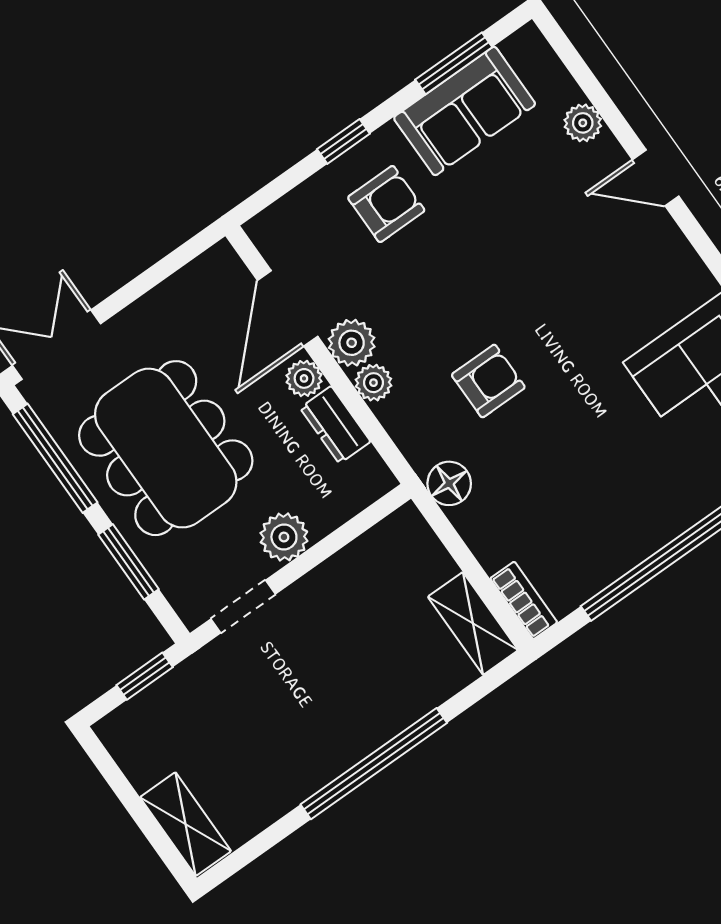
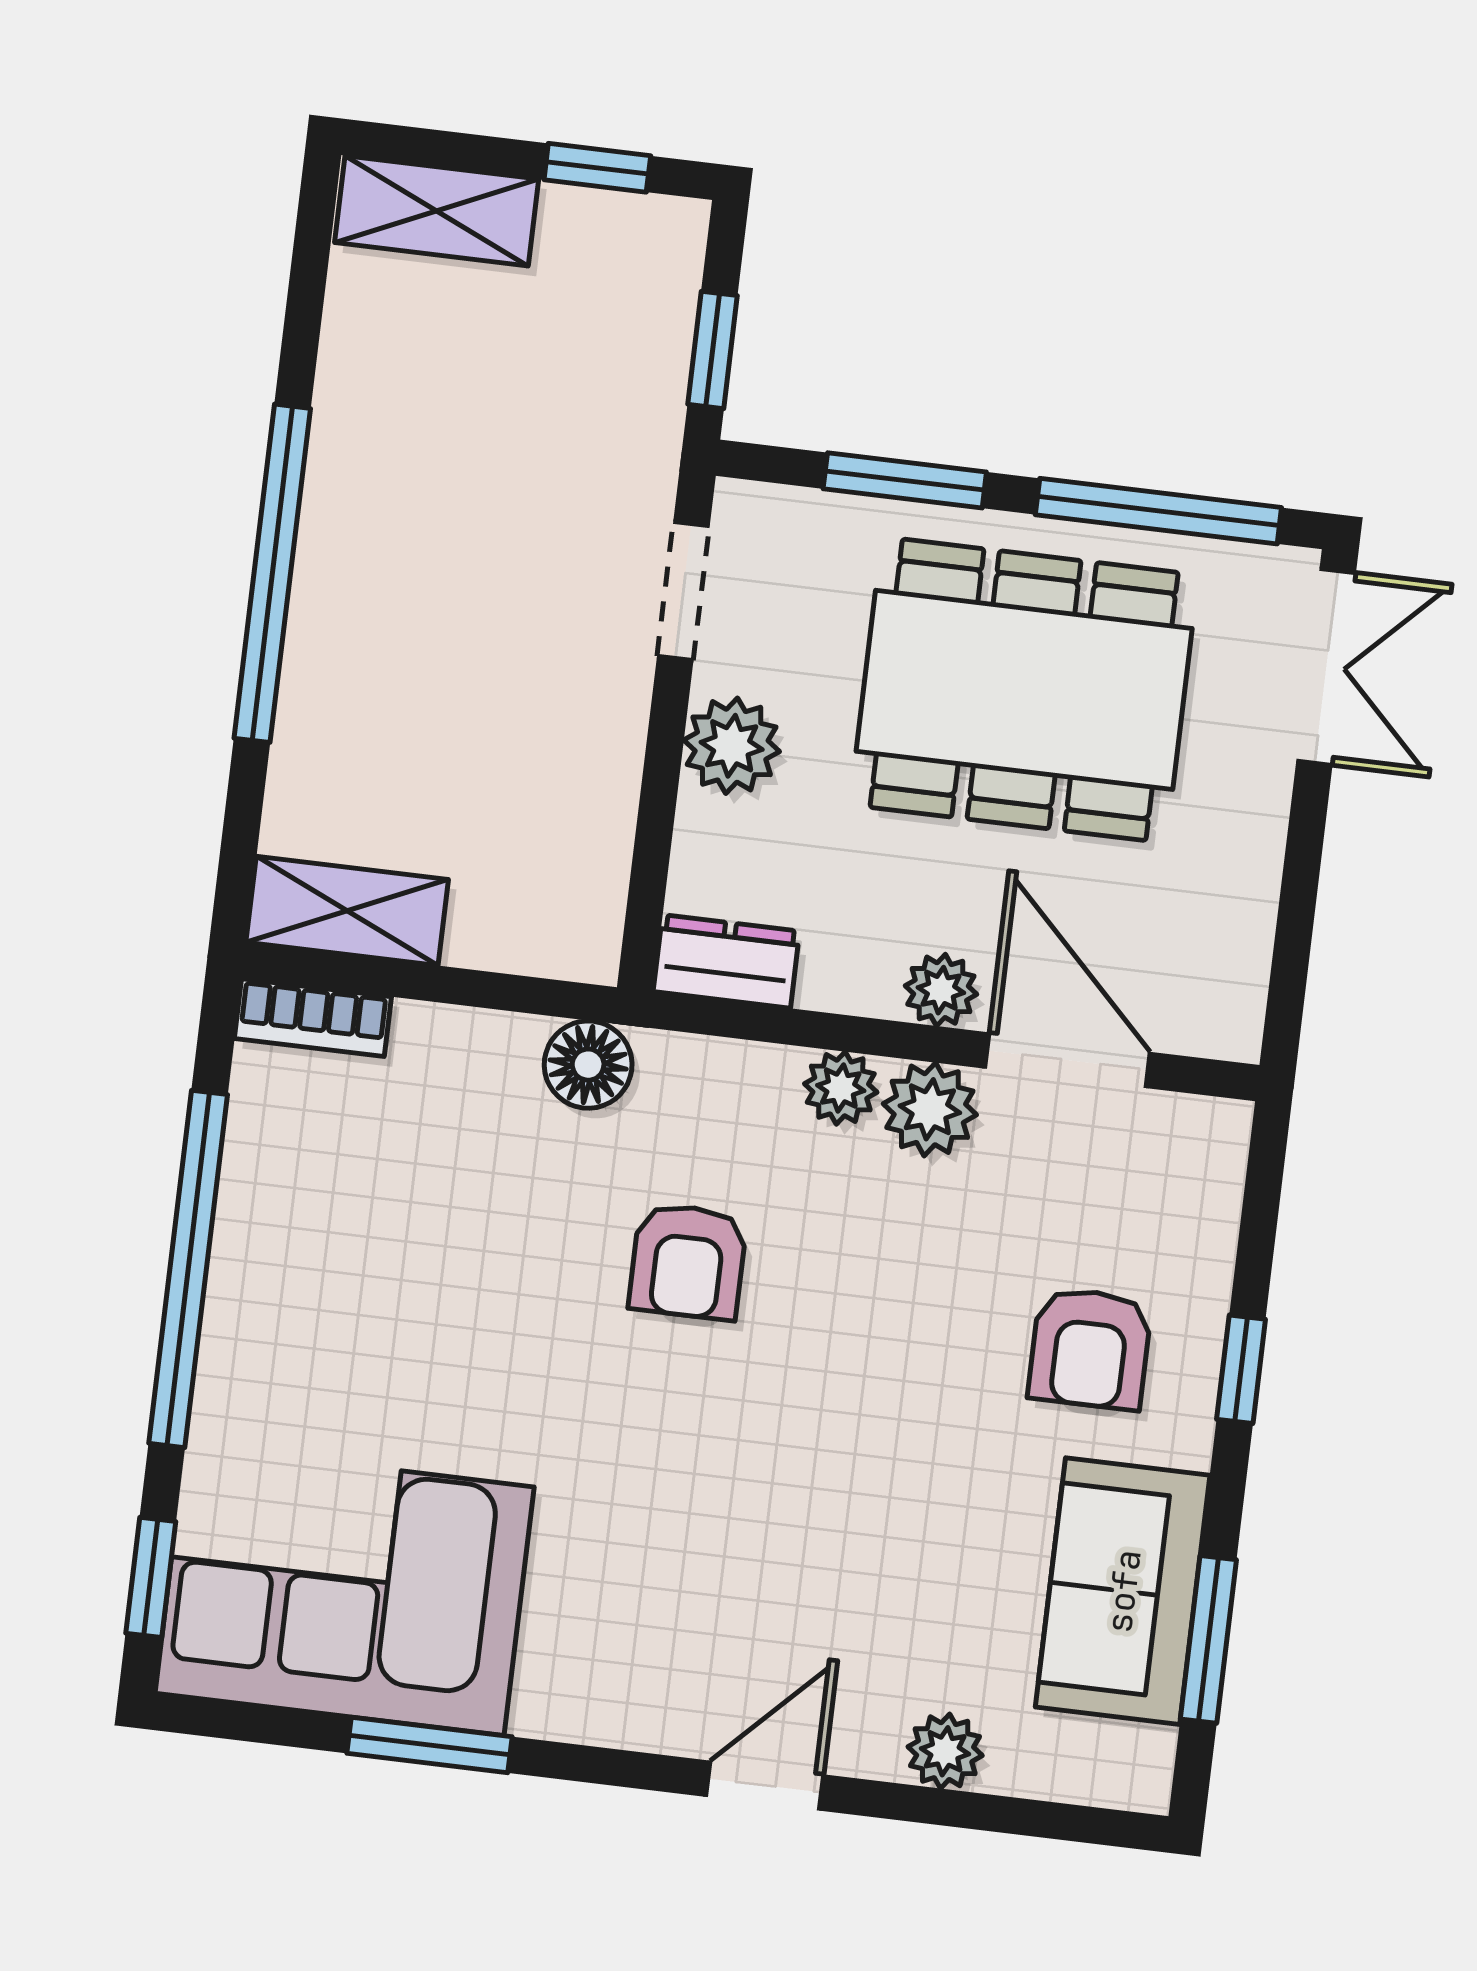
dresser: (335, 425) -> (726, 961), moved
window: (116, 779) -> (597, 168), added

